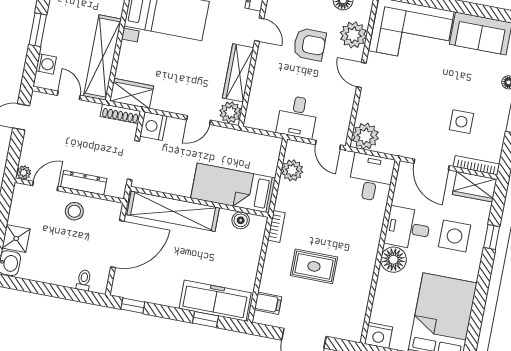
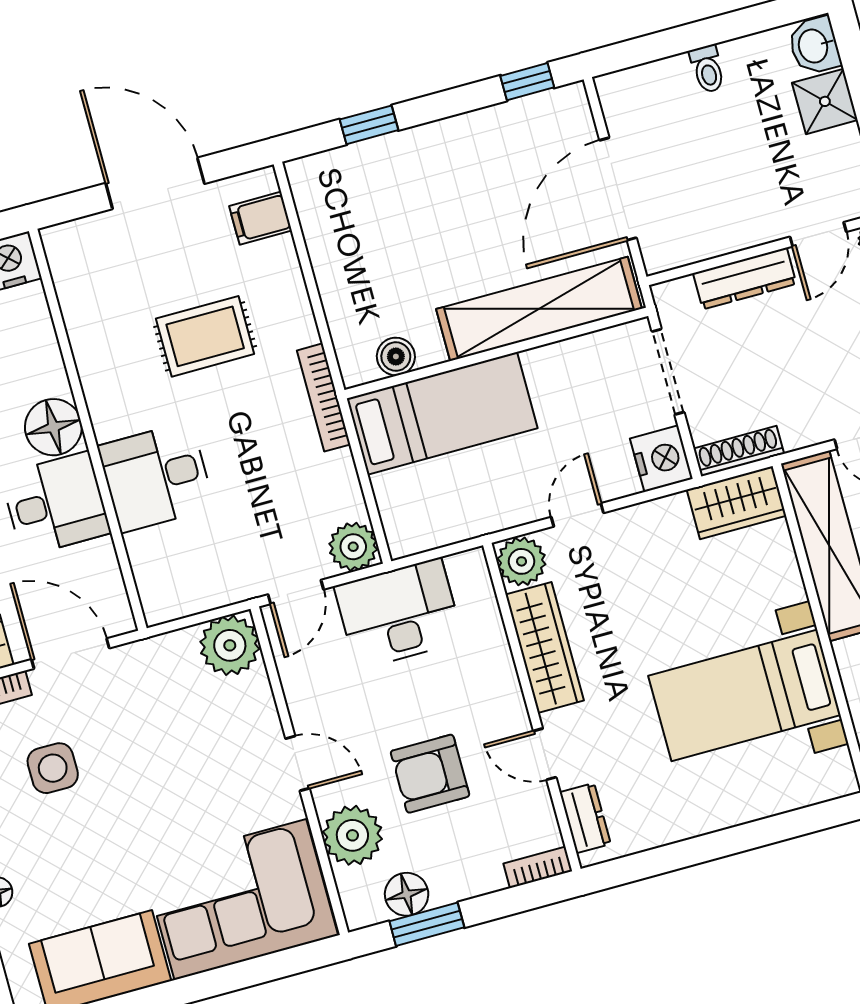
desk: (297, 117) -> (399, 614), width x1.37
door: (328, 145) -> (296, 592), swing flipped
plant: (292, 170) -> (353, 547), moved
desk: (371, 178) -> (156, 477), moved, turned 90
stool: (74, 211) -> (736, 212), removed
bookcase: (276, 226) -> (324, 397), width x1.56
toilet: (84, 280) -> (707, 69), moved
freezer: (215, 301) -> (368, 172), removed

